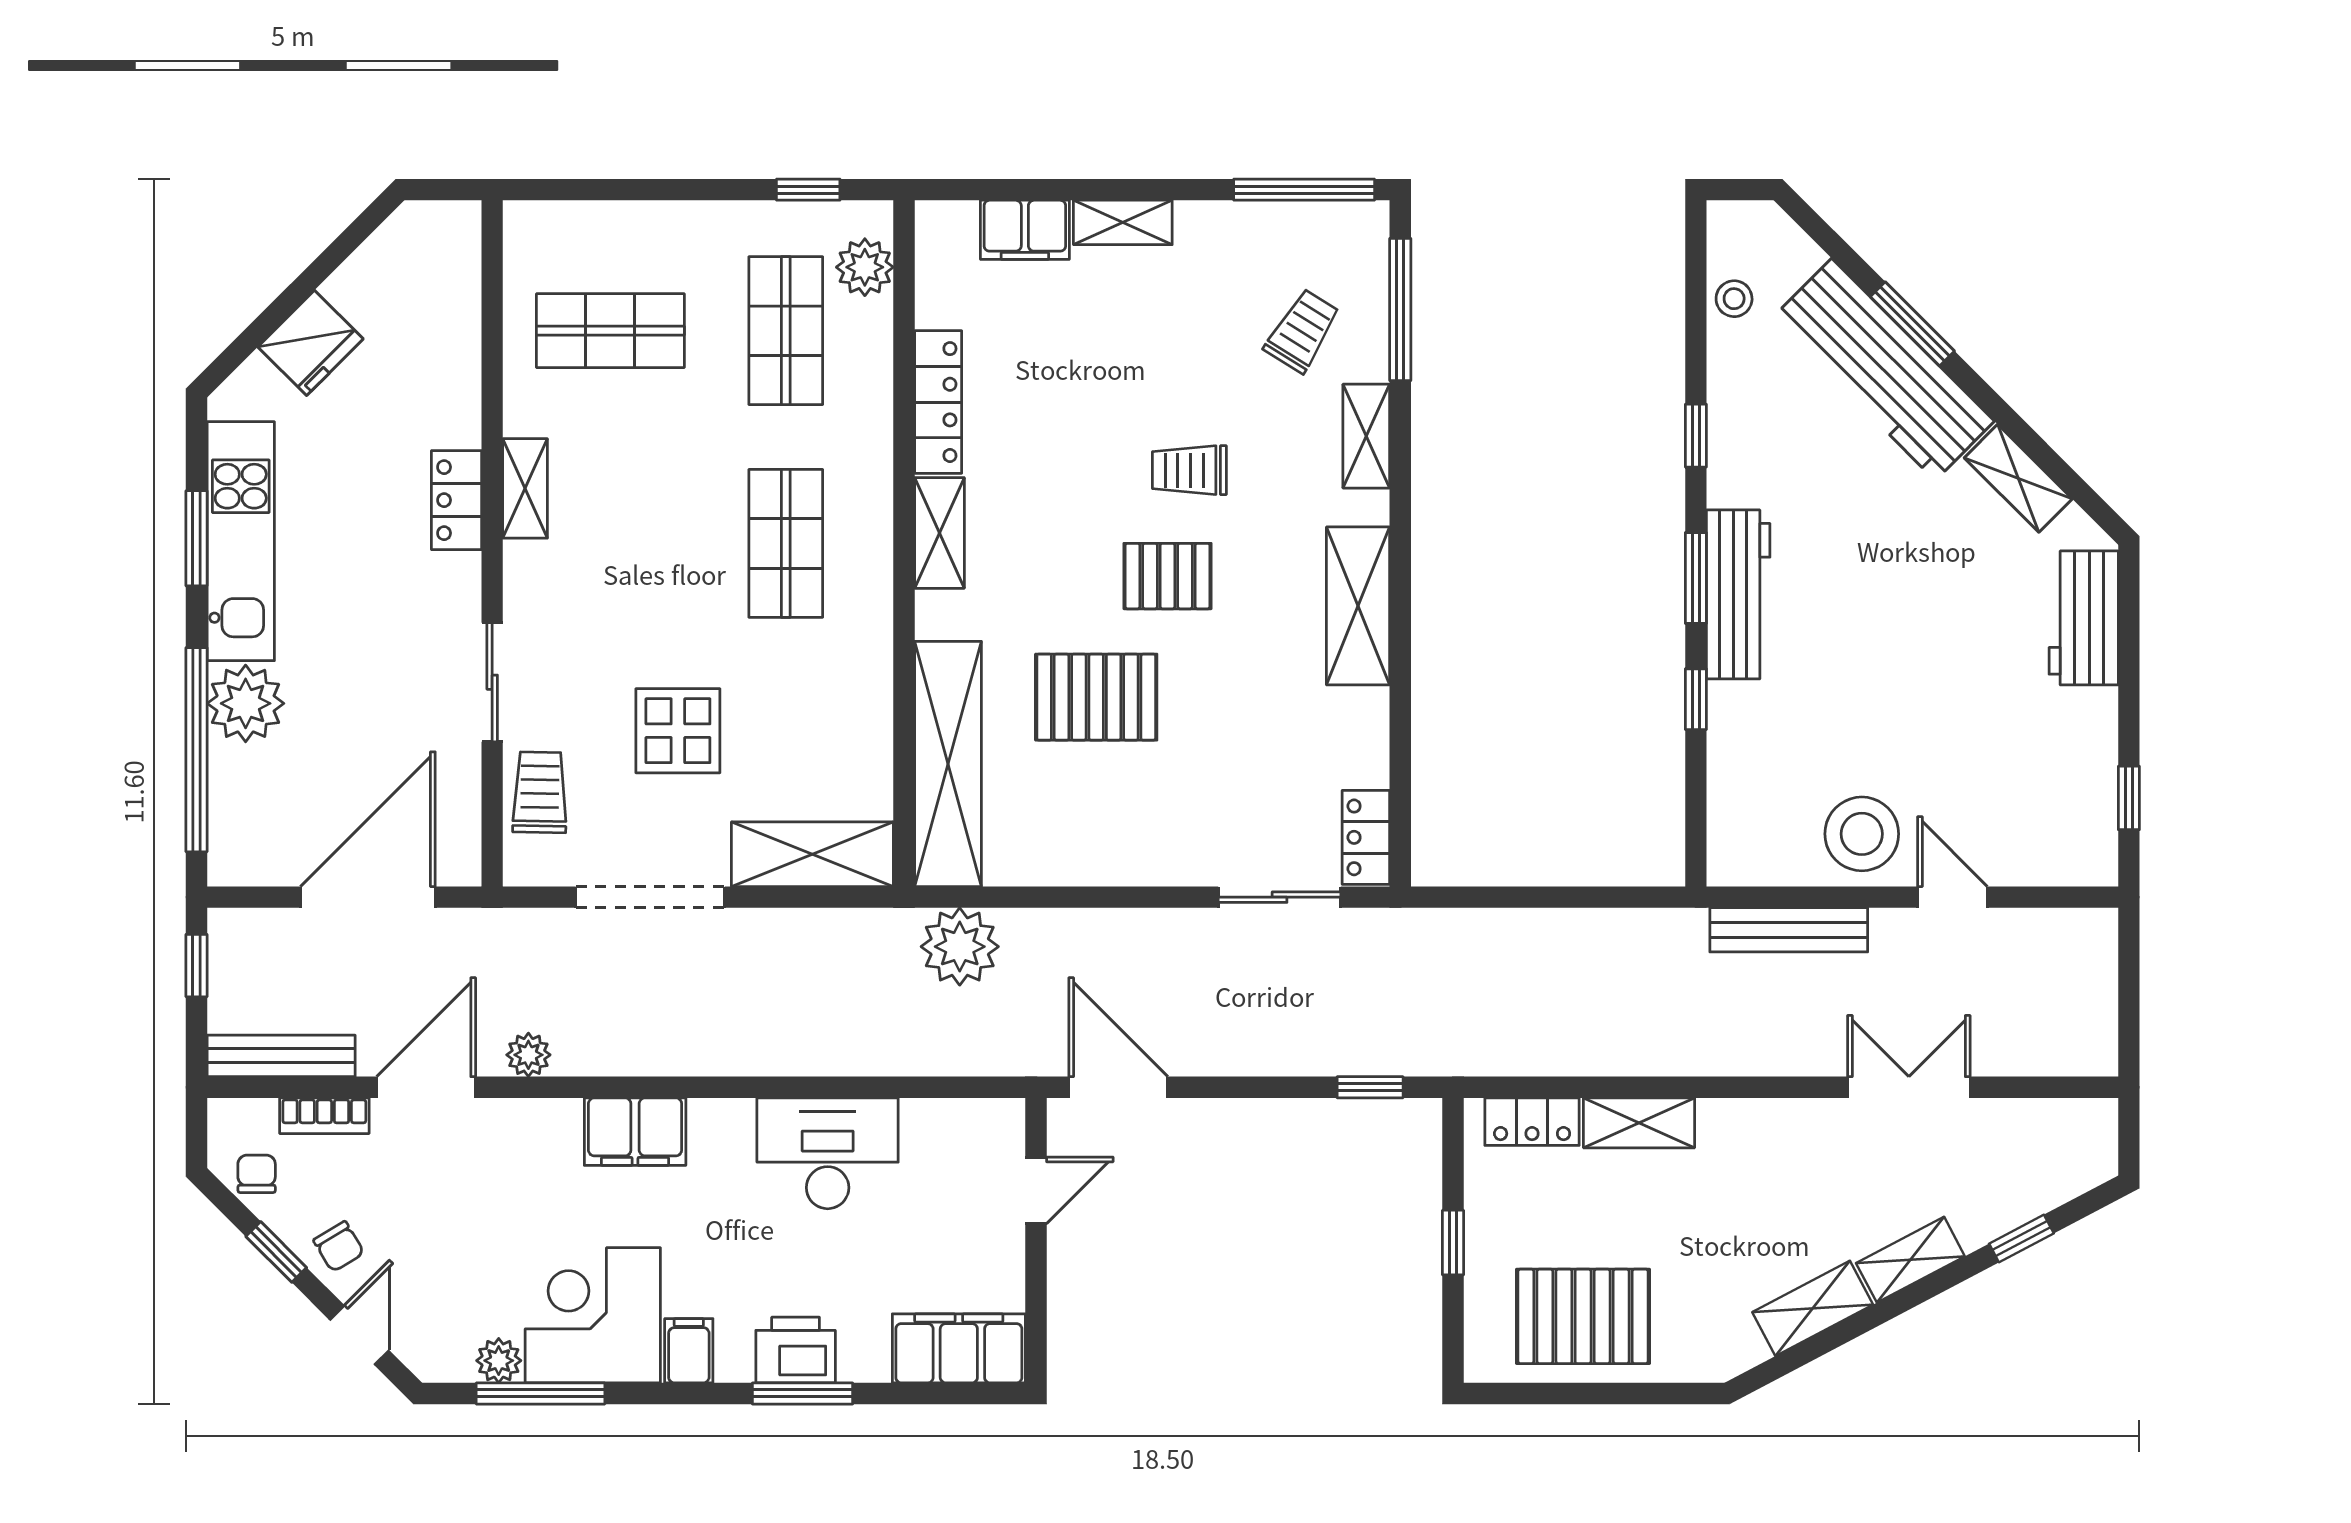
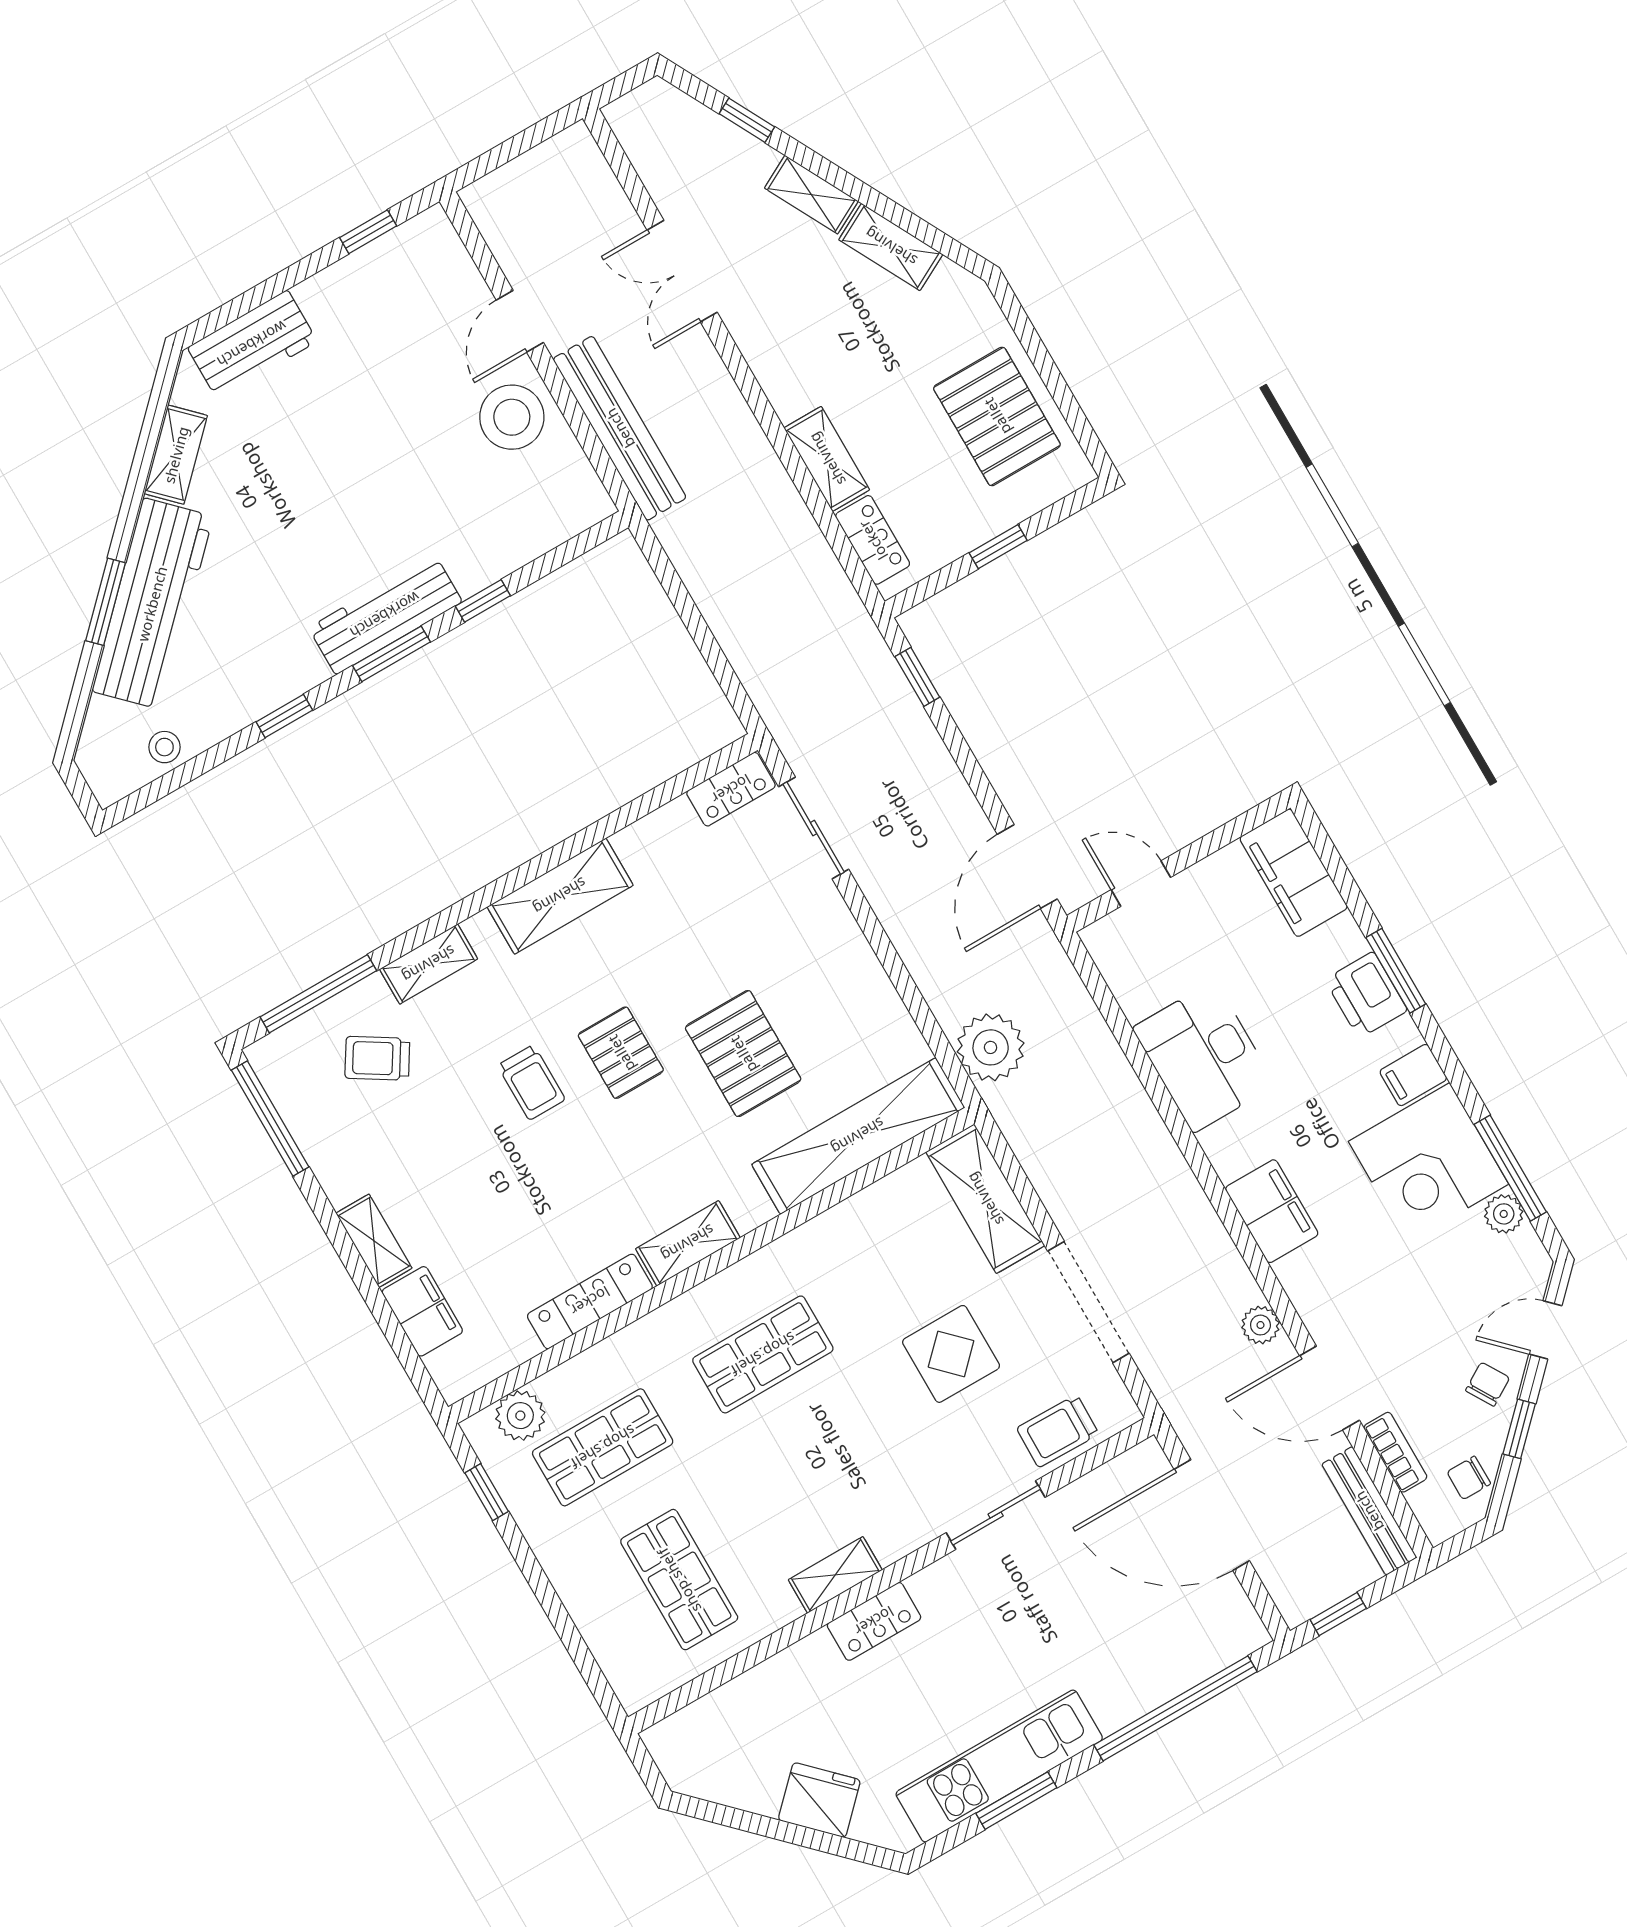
plant: (246, 703) -> (1119, 1692), removed
bench: (1789, 930) -> (620, 428), width x1.37, depth x1.21

